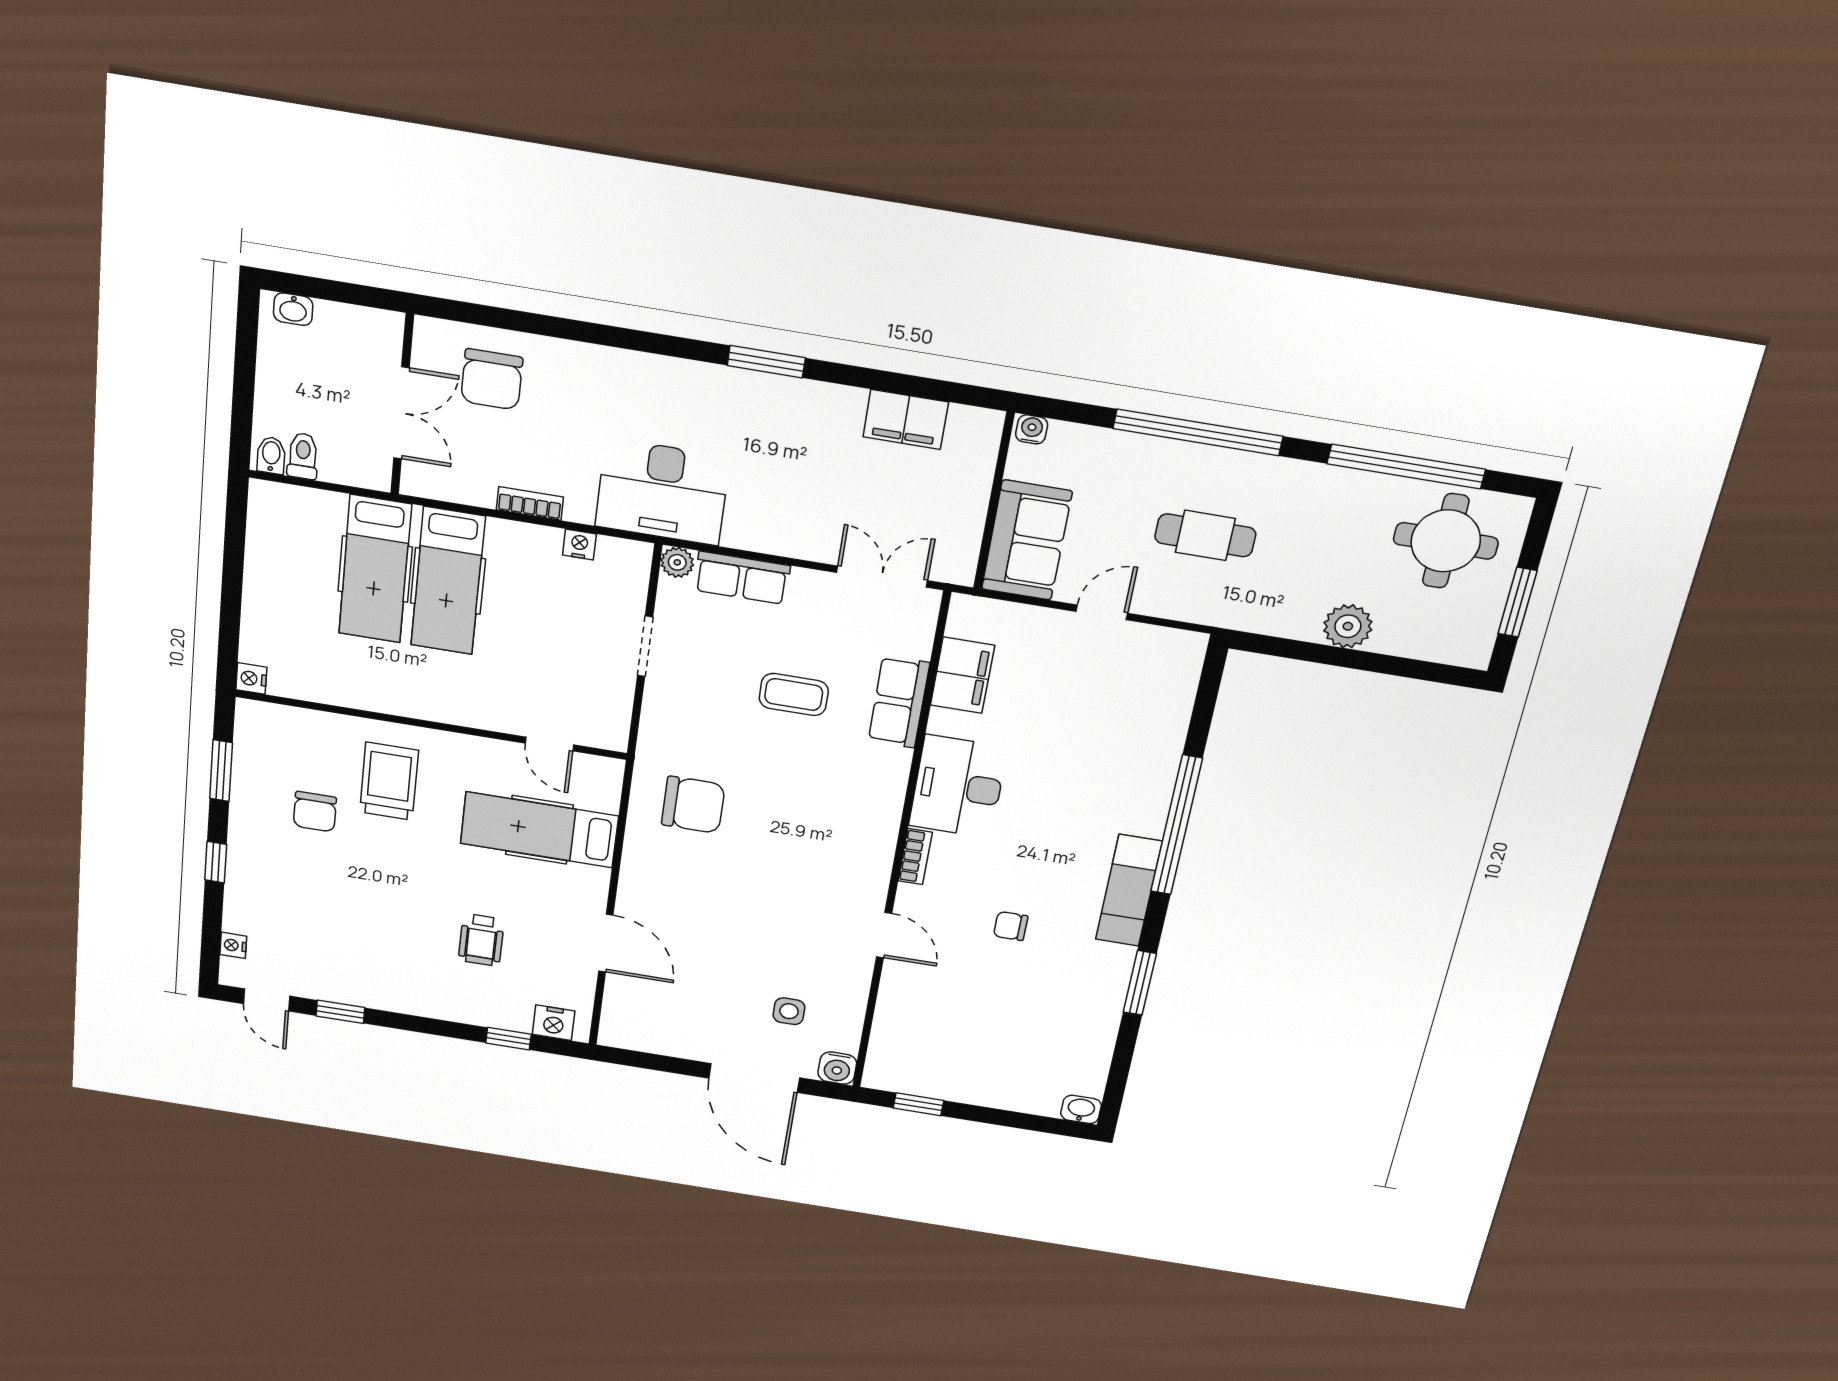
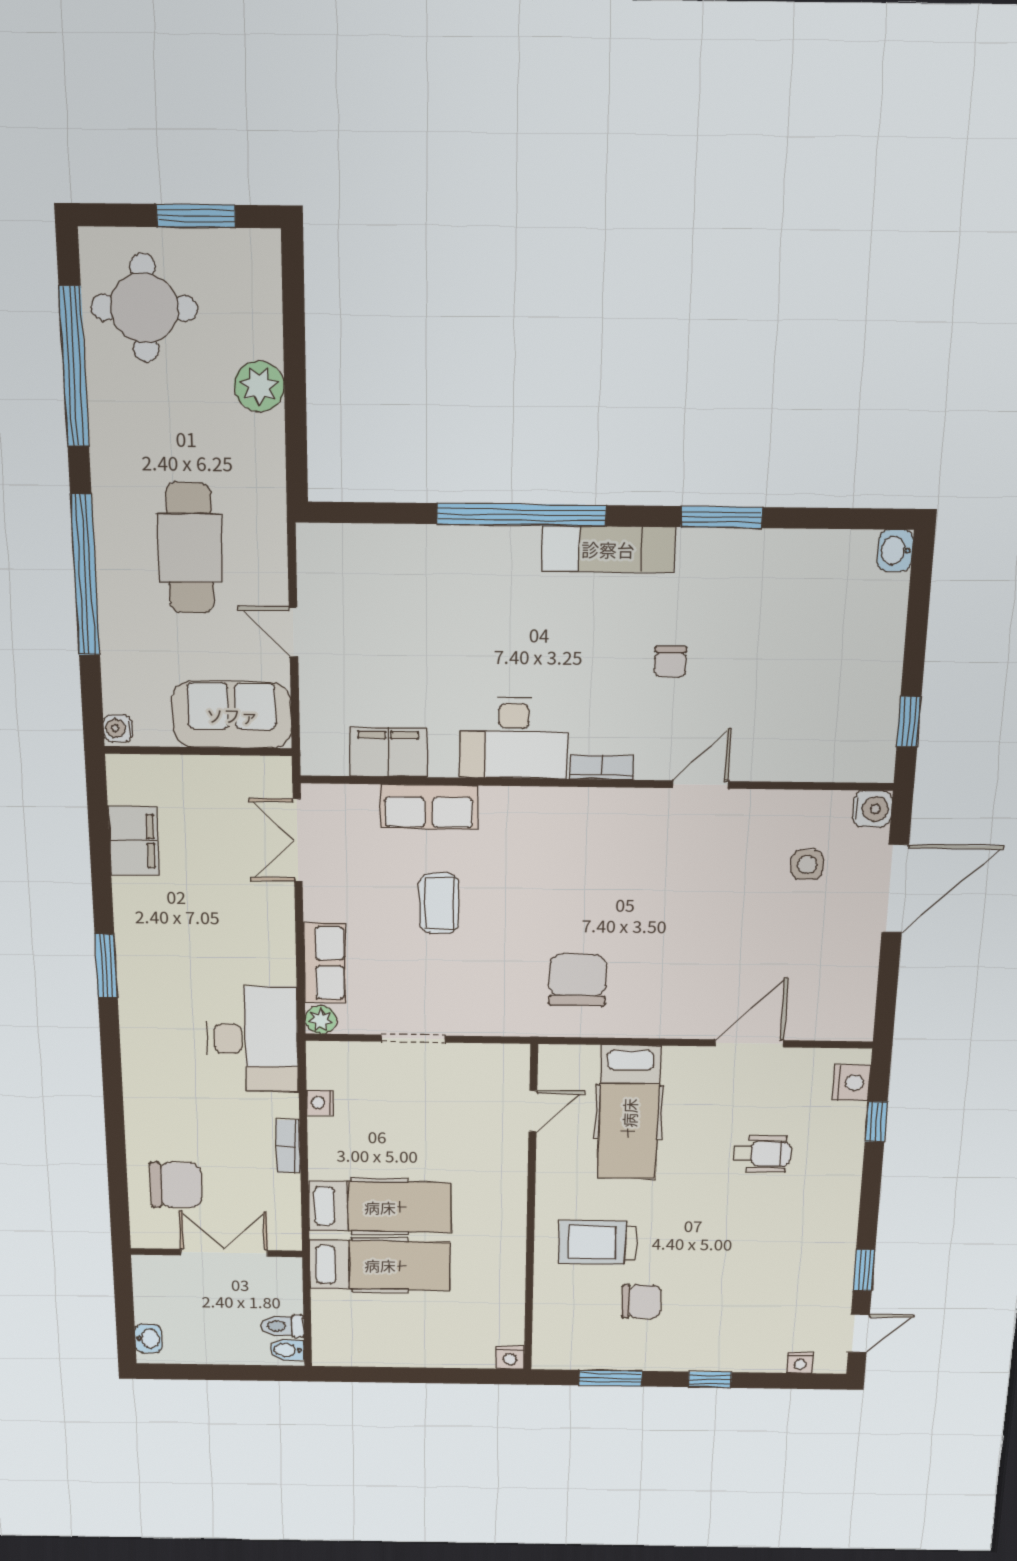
cafe table: (1205, 535) -> (190, 548), width x1.37, depth x1.35

